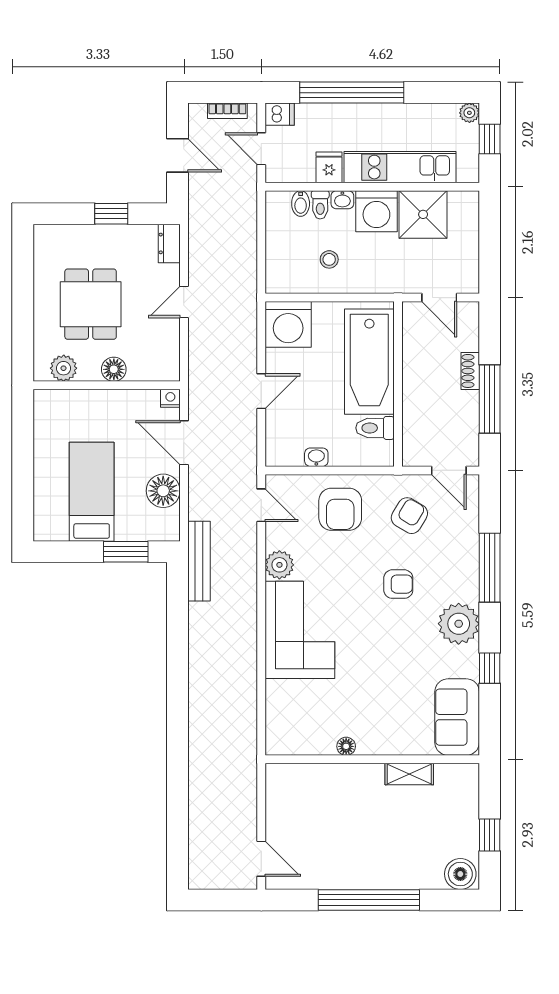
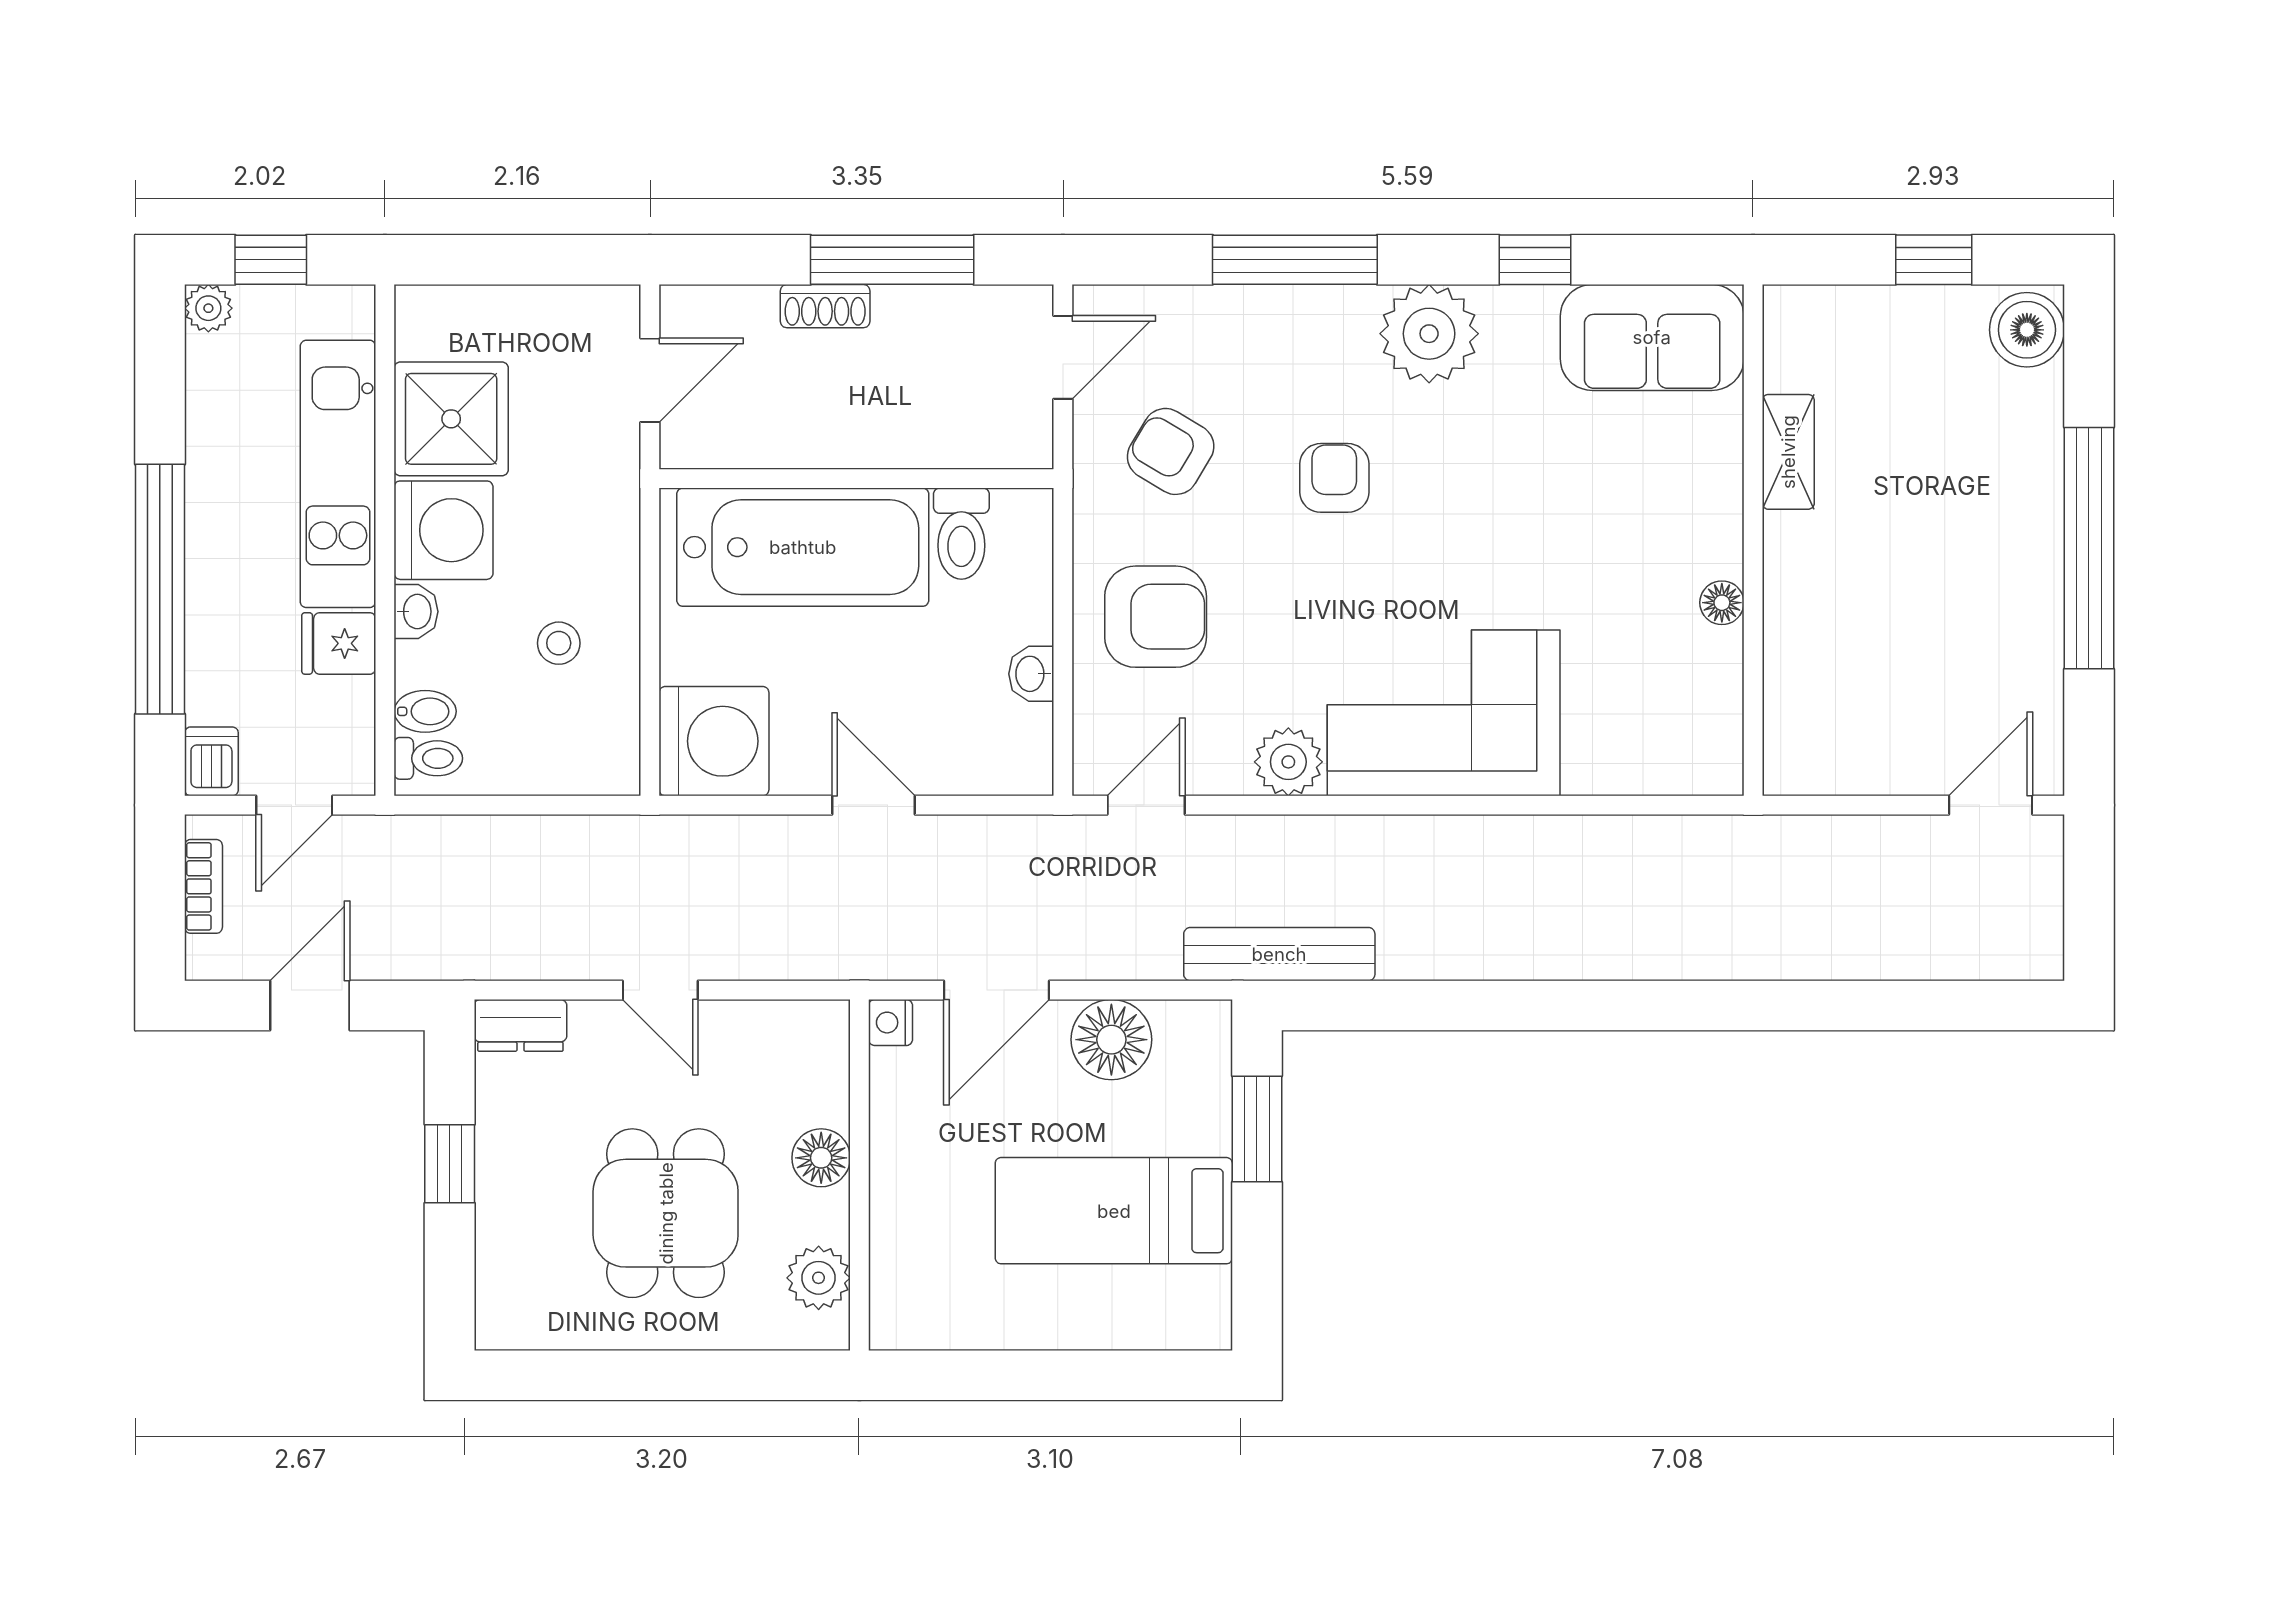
toilet: (320, 205) -> (428, 758), moved
dining table: (91, 304) -> (666, 1213), turned 90

